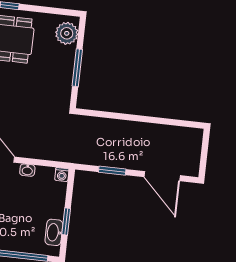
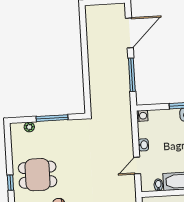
plant: (67, 33) -> (29, 127), width x0.53, depth x0.53
window: (112, 171) -> (132, 75), width x1.44

